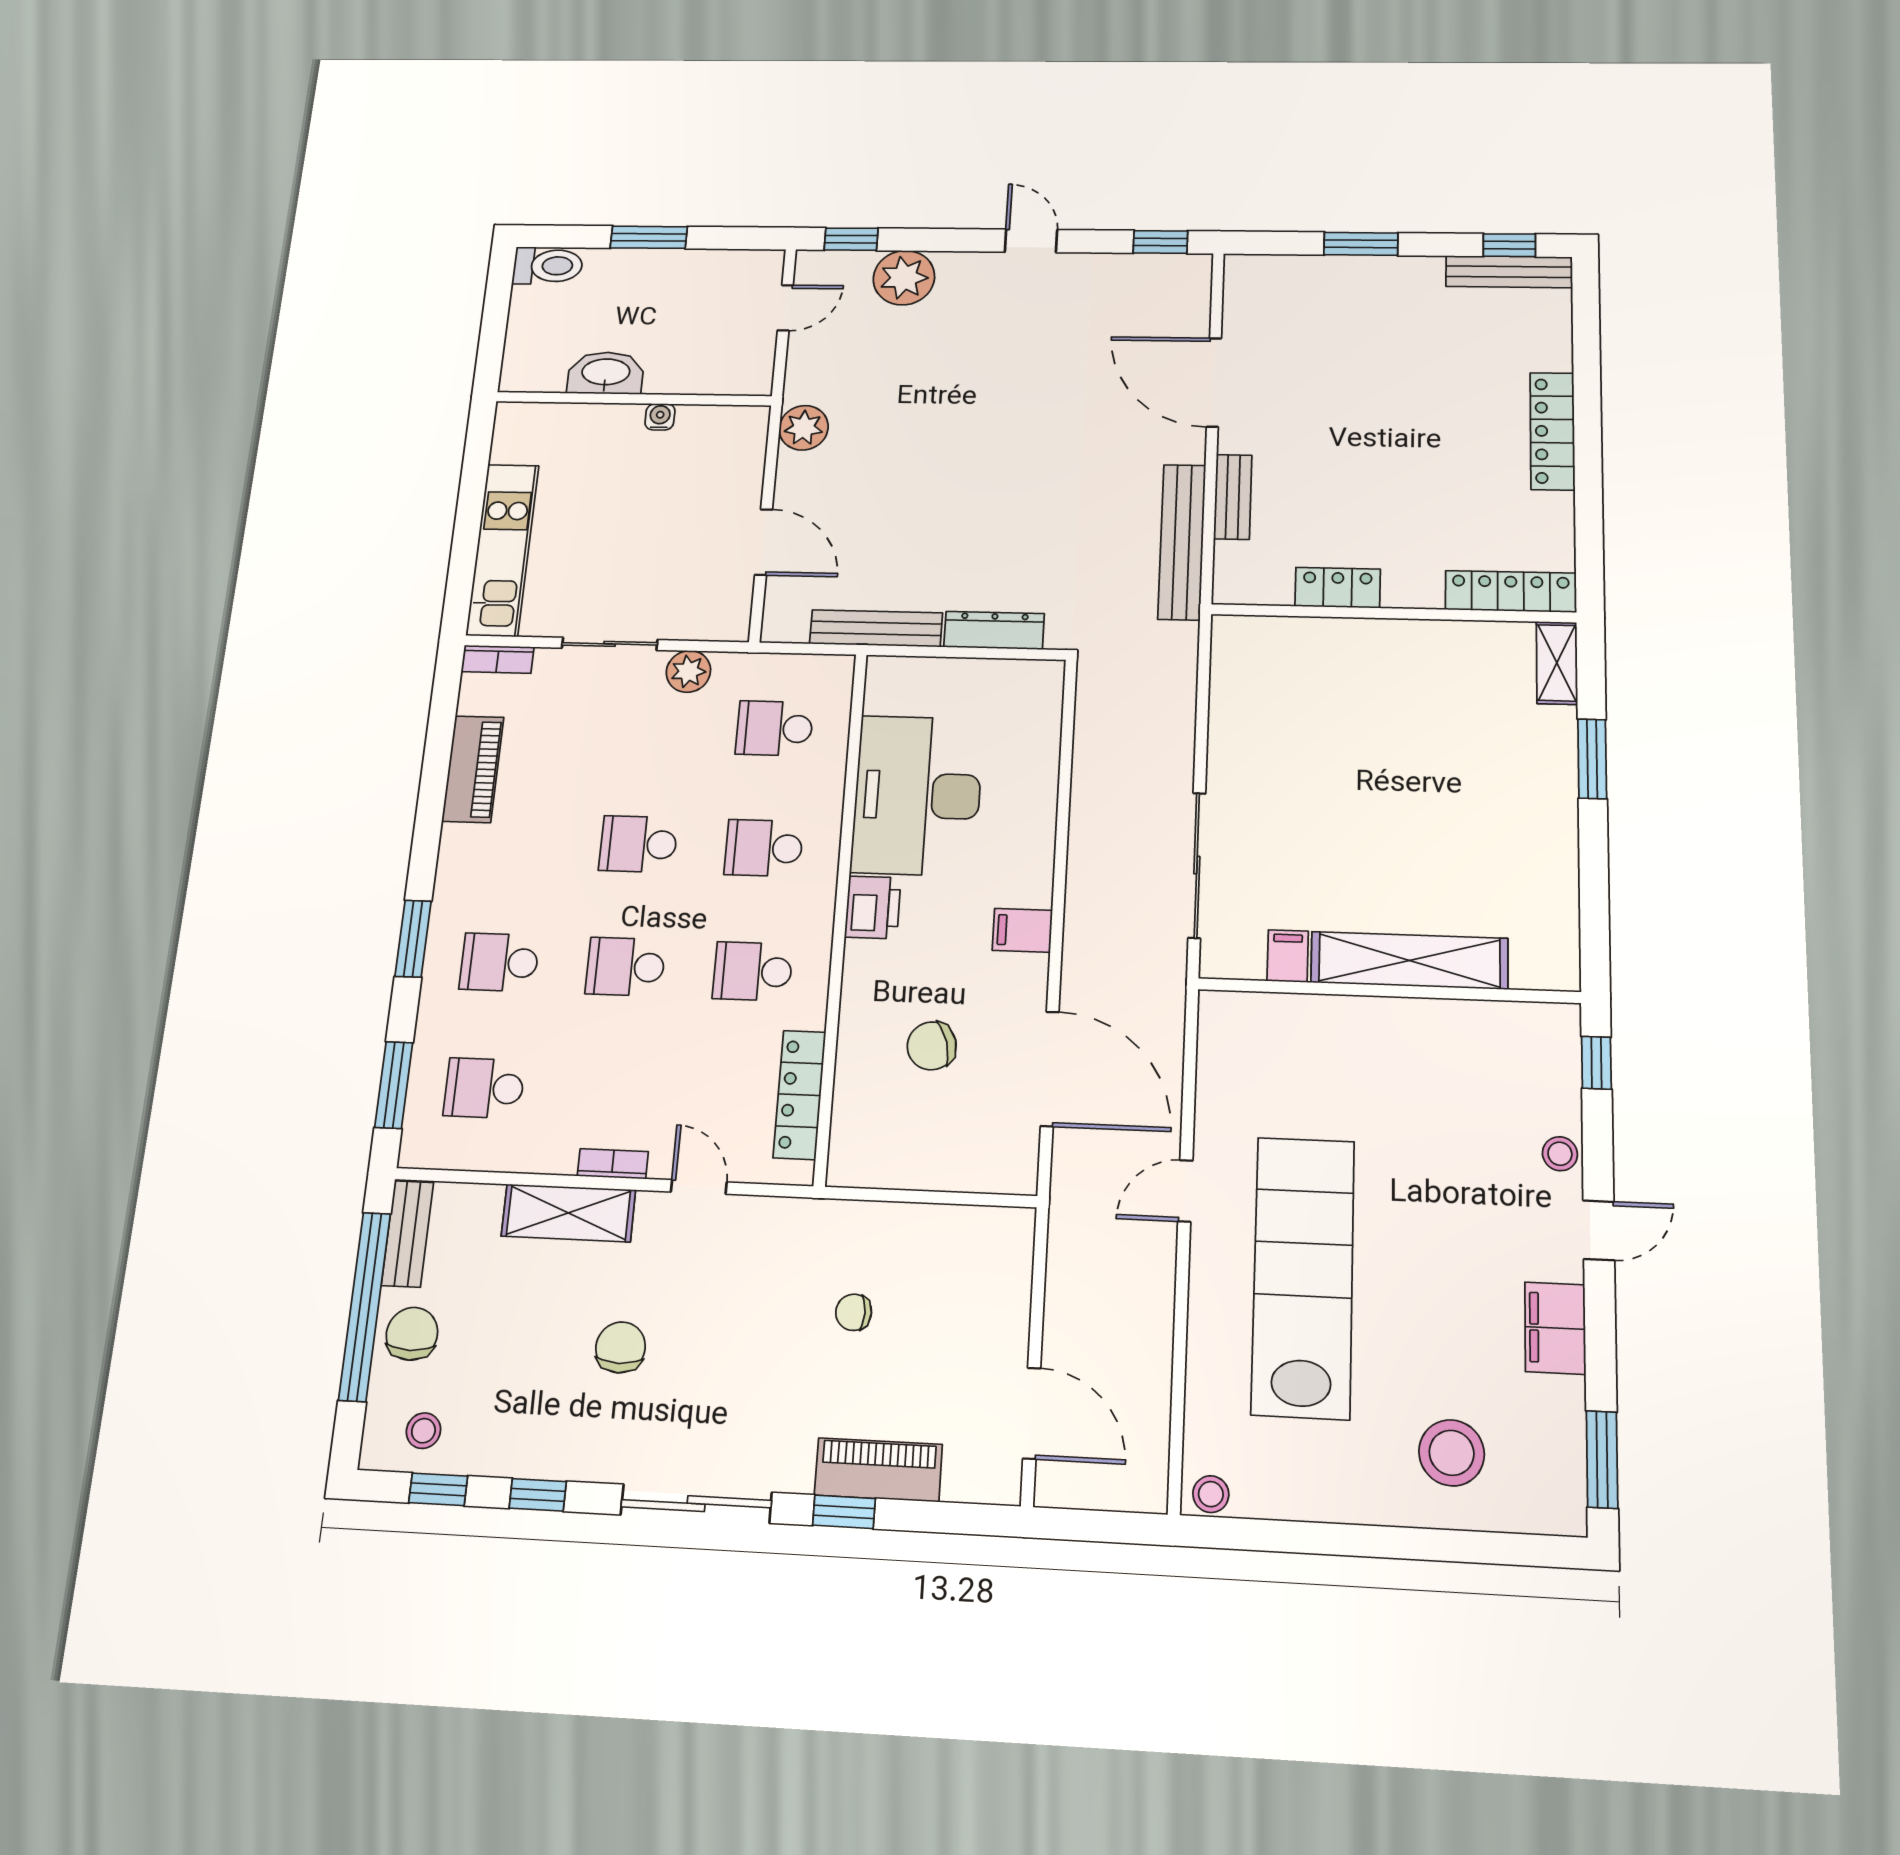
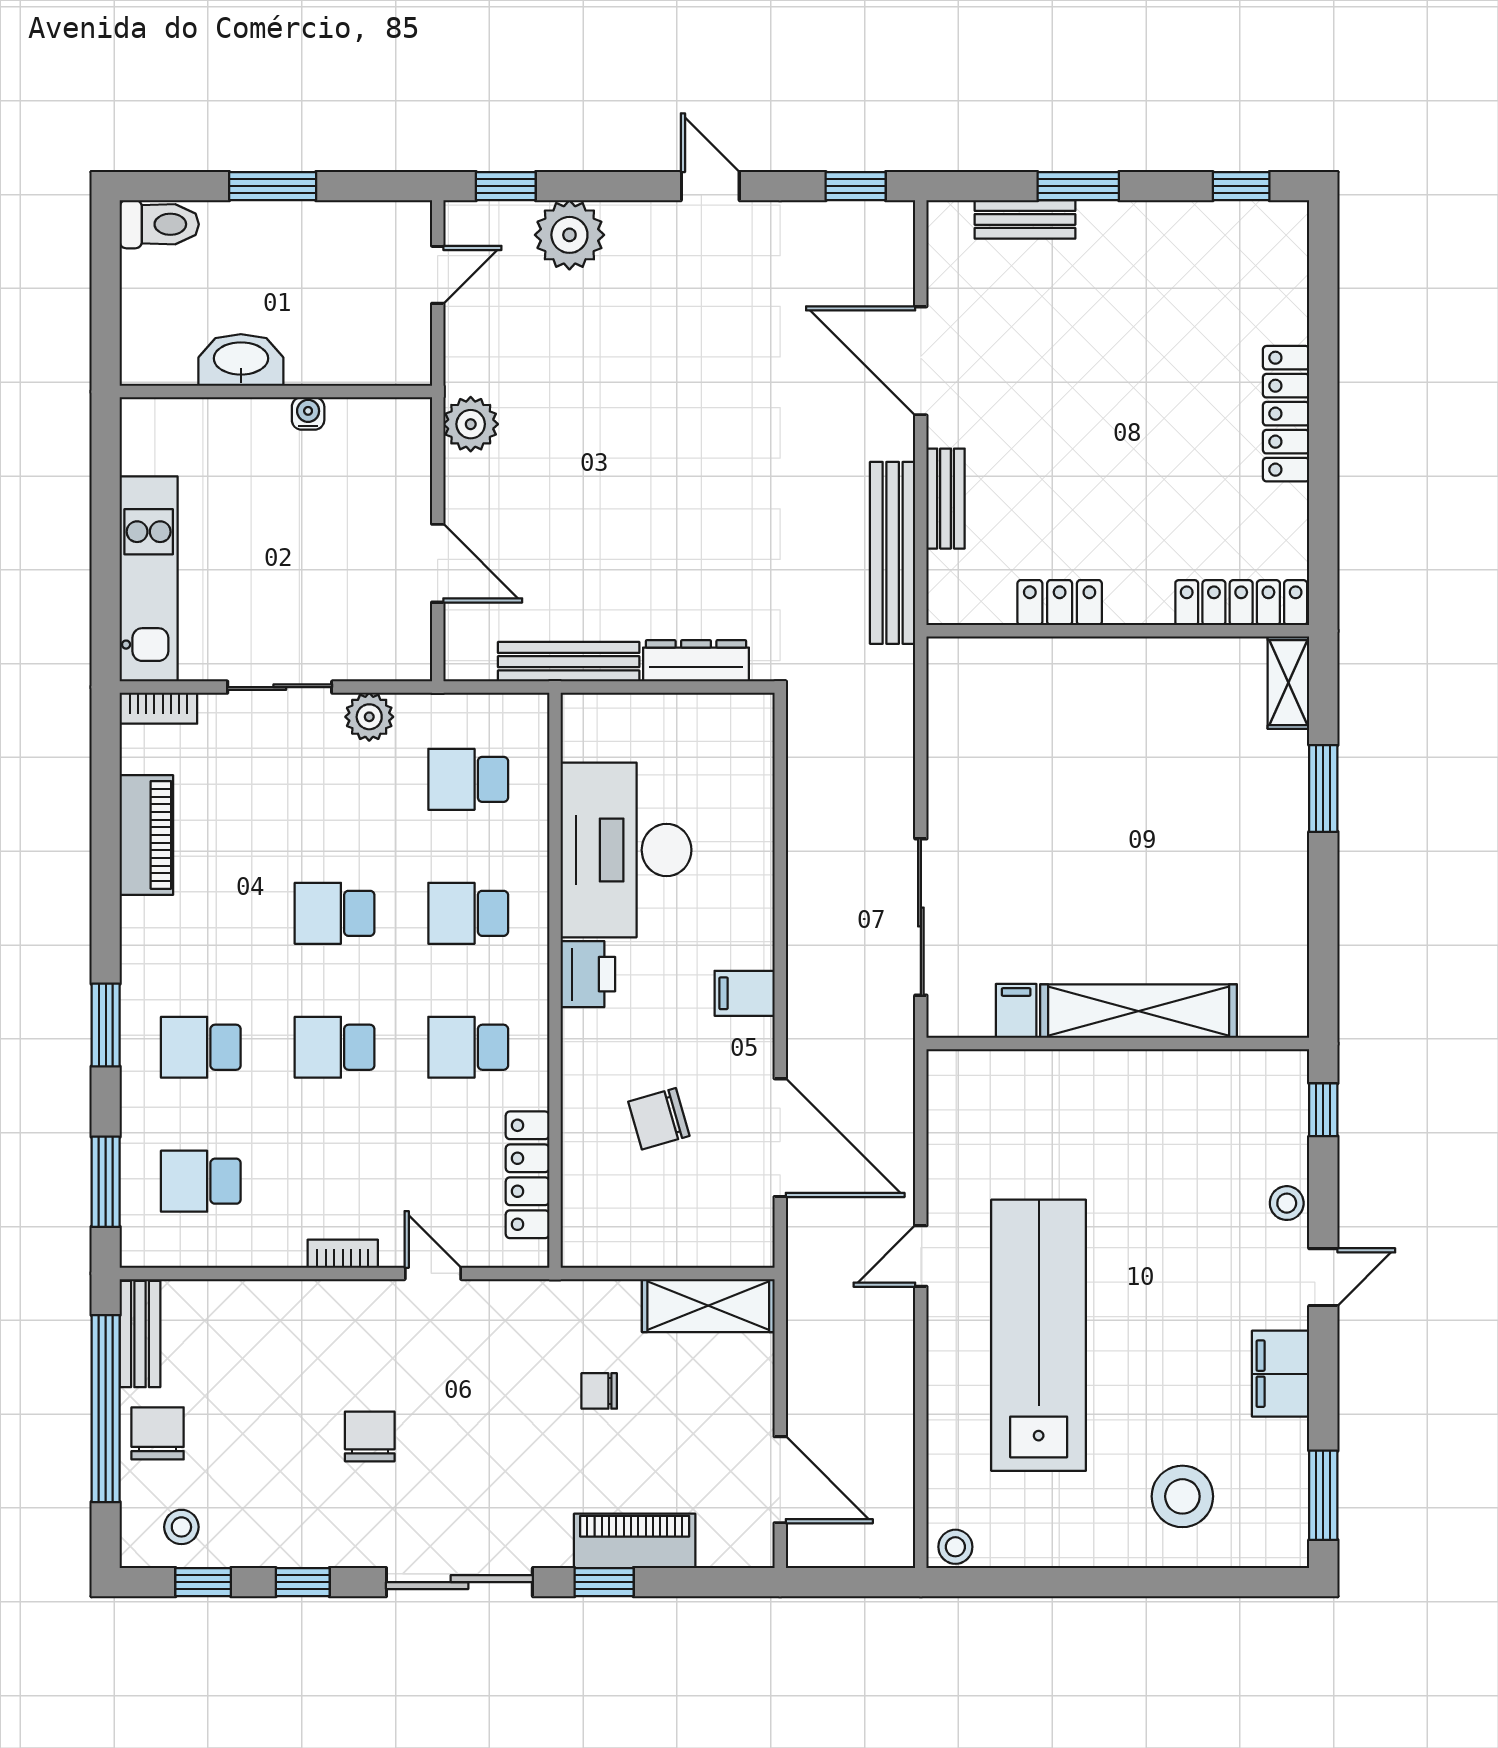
bench: (1509, 272) -> (1025, 219), moved, width x0.73
shelving: (568, 1213) -> (708, 1306), moved

